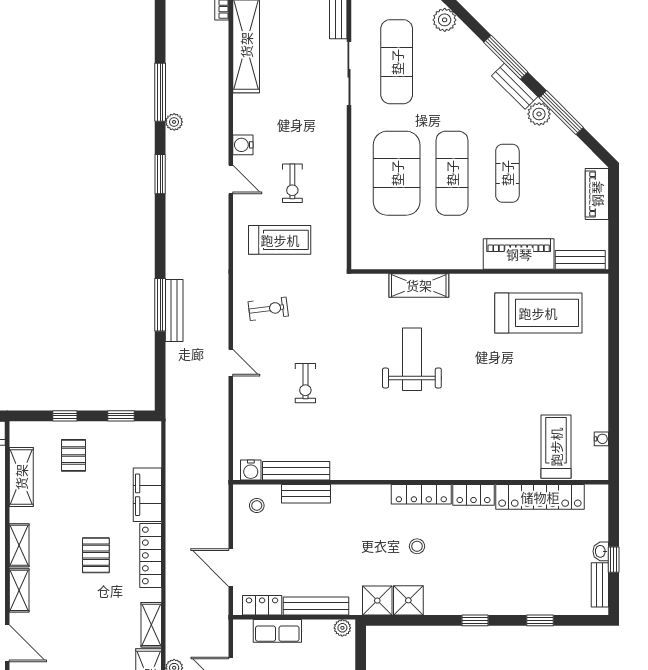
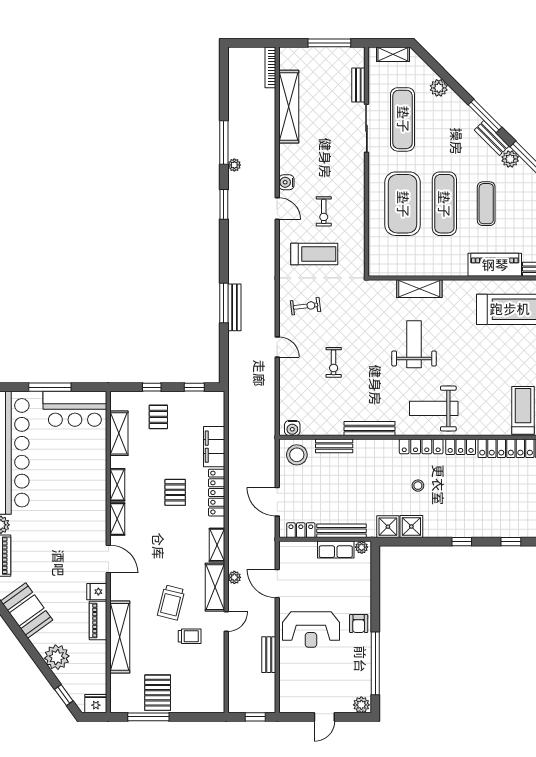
weight bench: (438, 444) -> (434, 408), added
bench: (296, 471) -> (370, 429), moved
stool: (257, 506) -> (297, 455), width x1.89, depth x1.89
row of seats: (277, 631) -> (336, 550), moved

